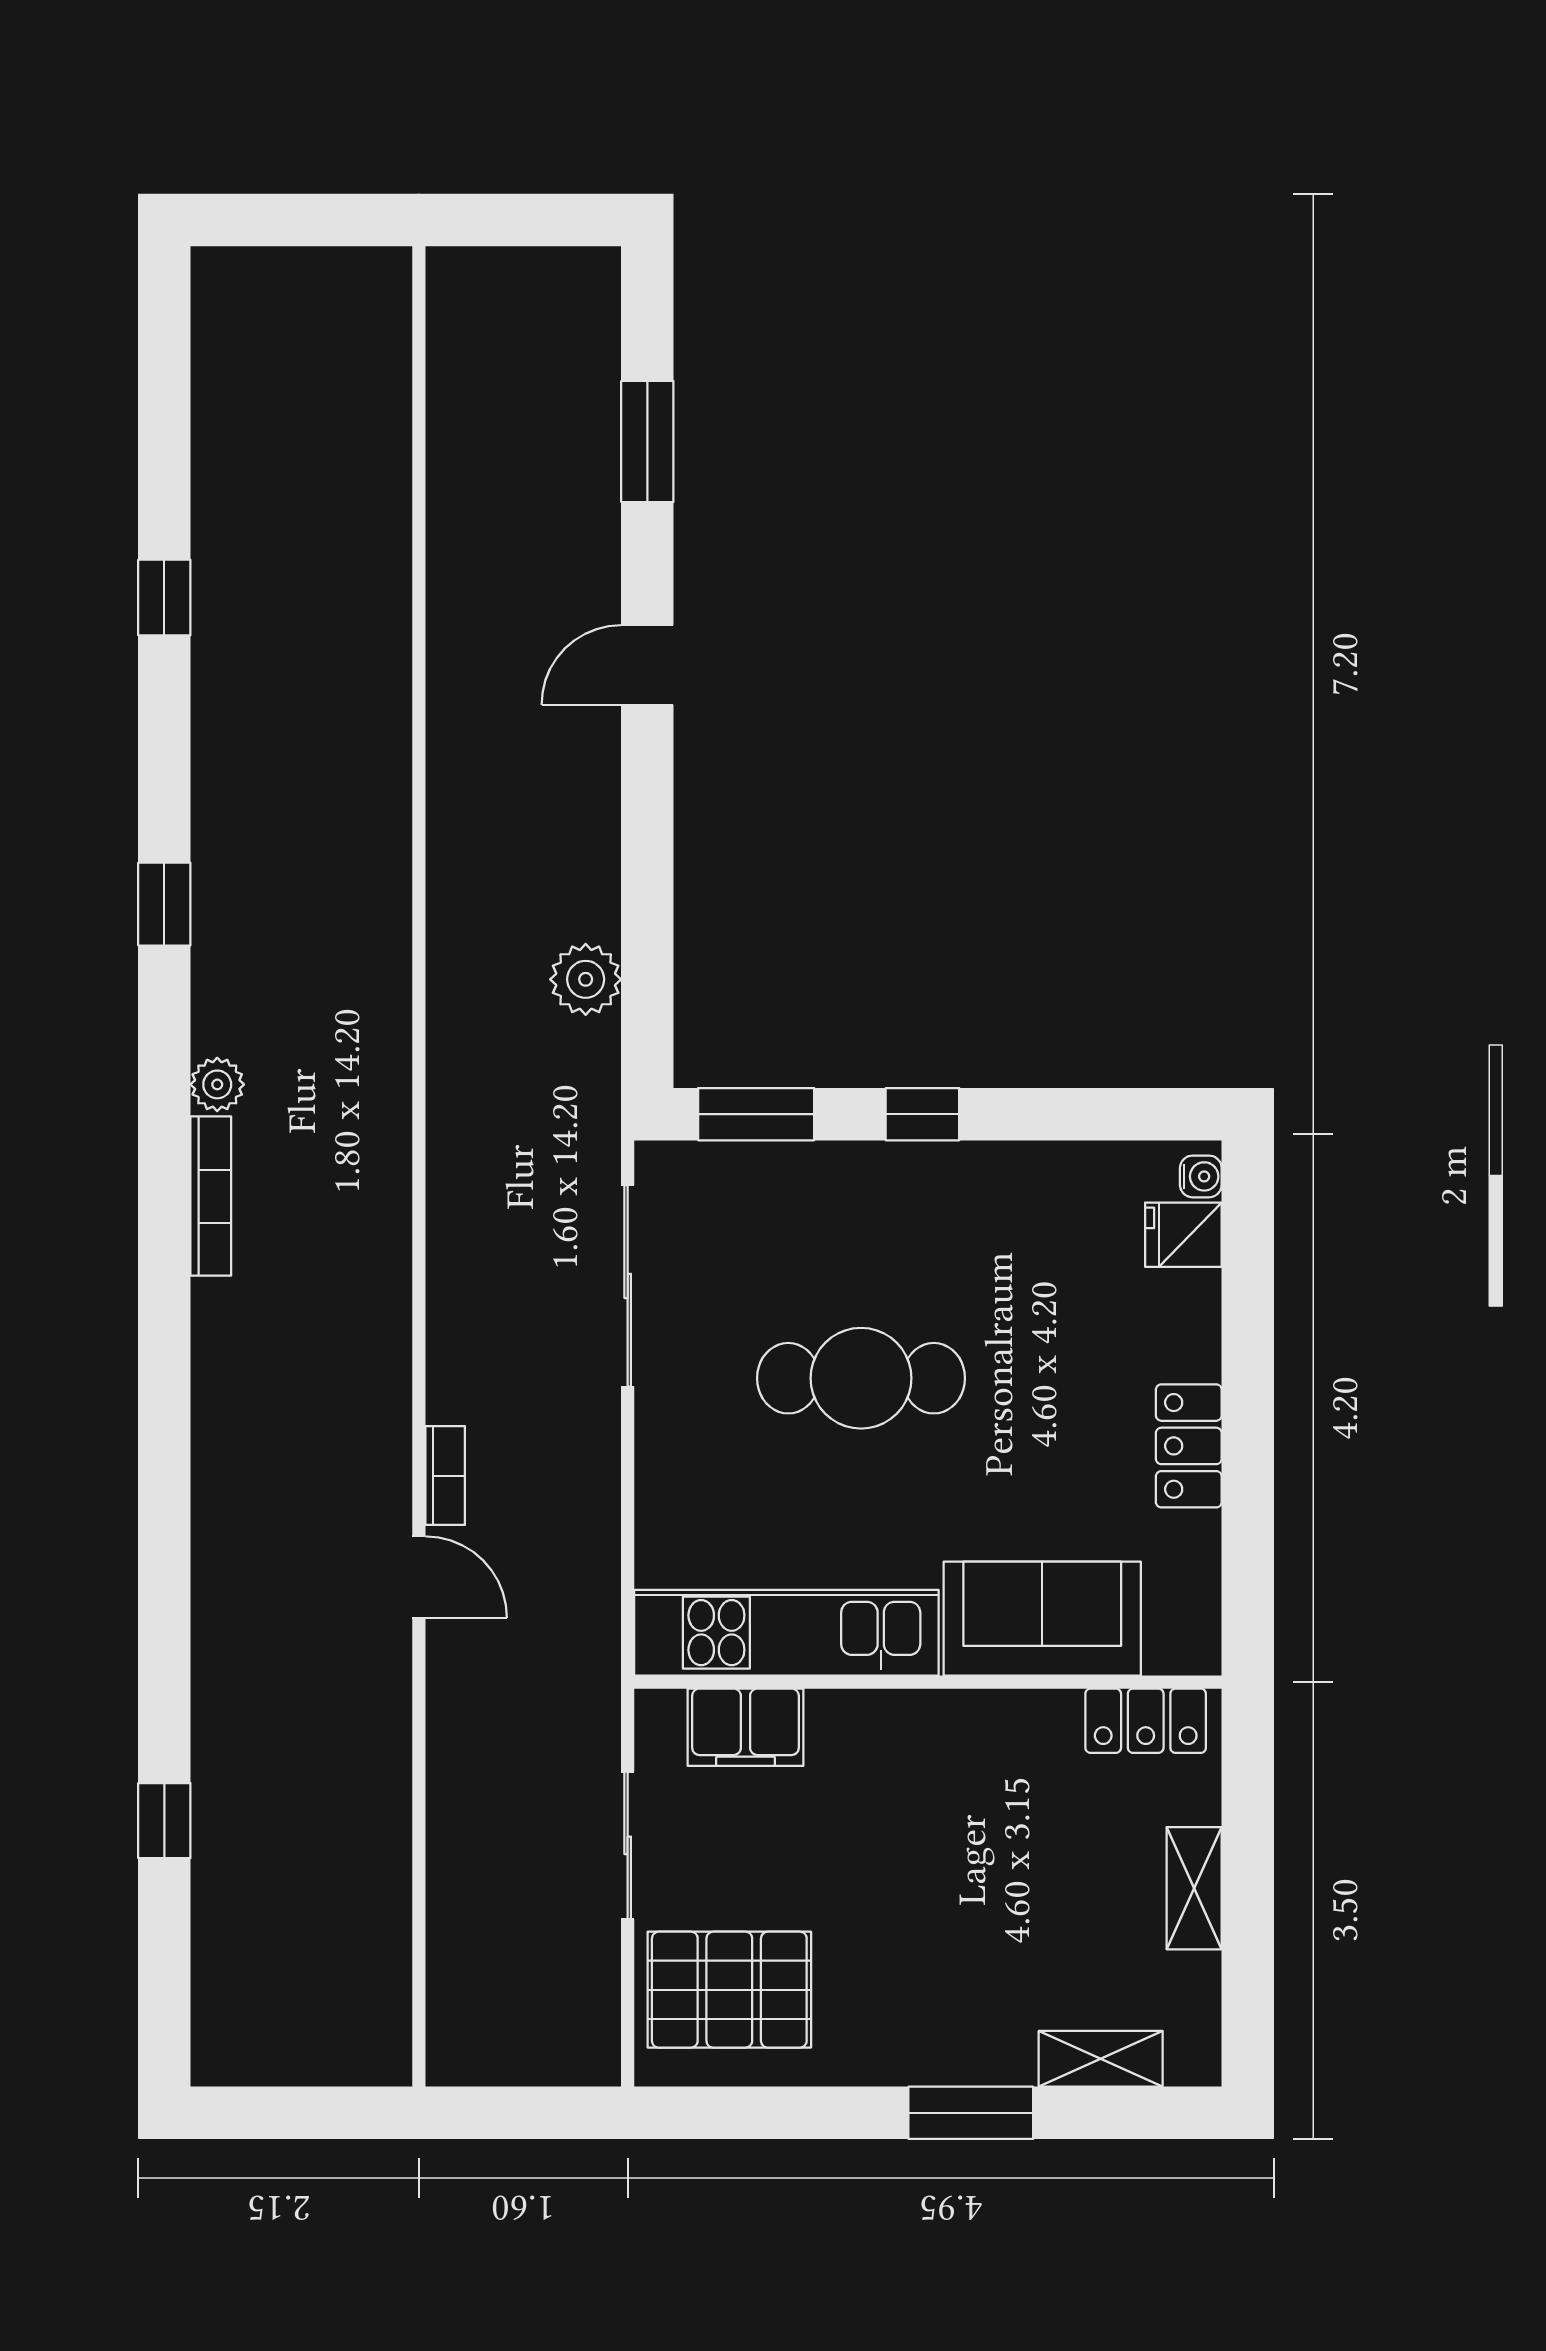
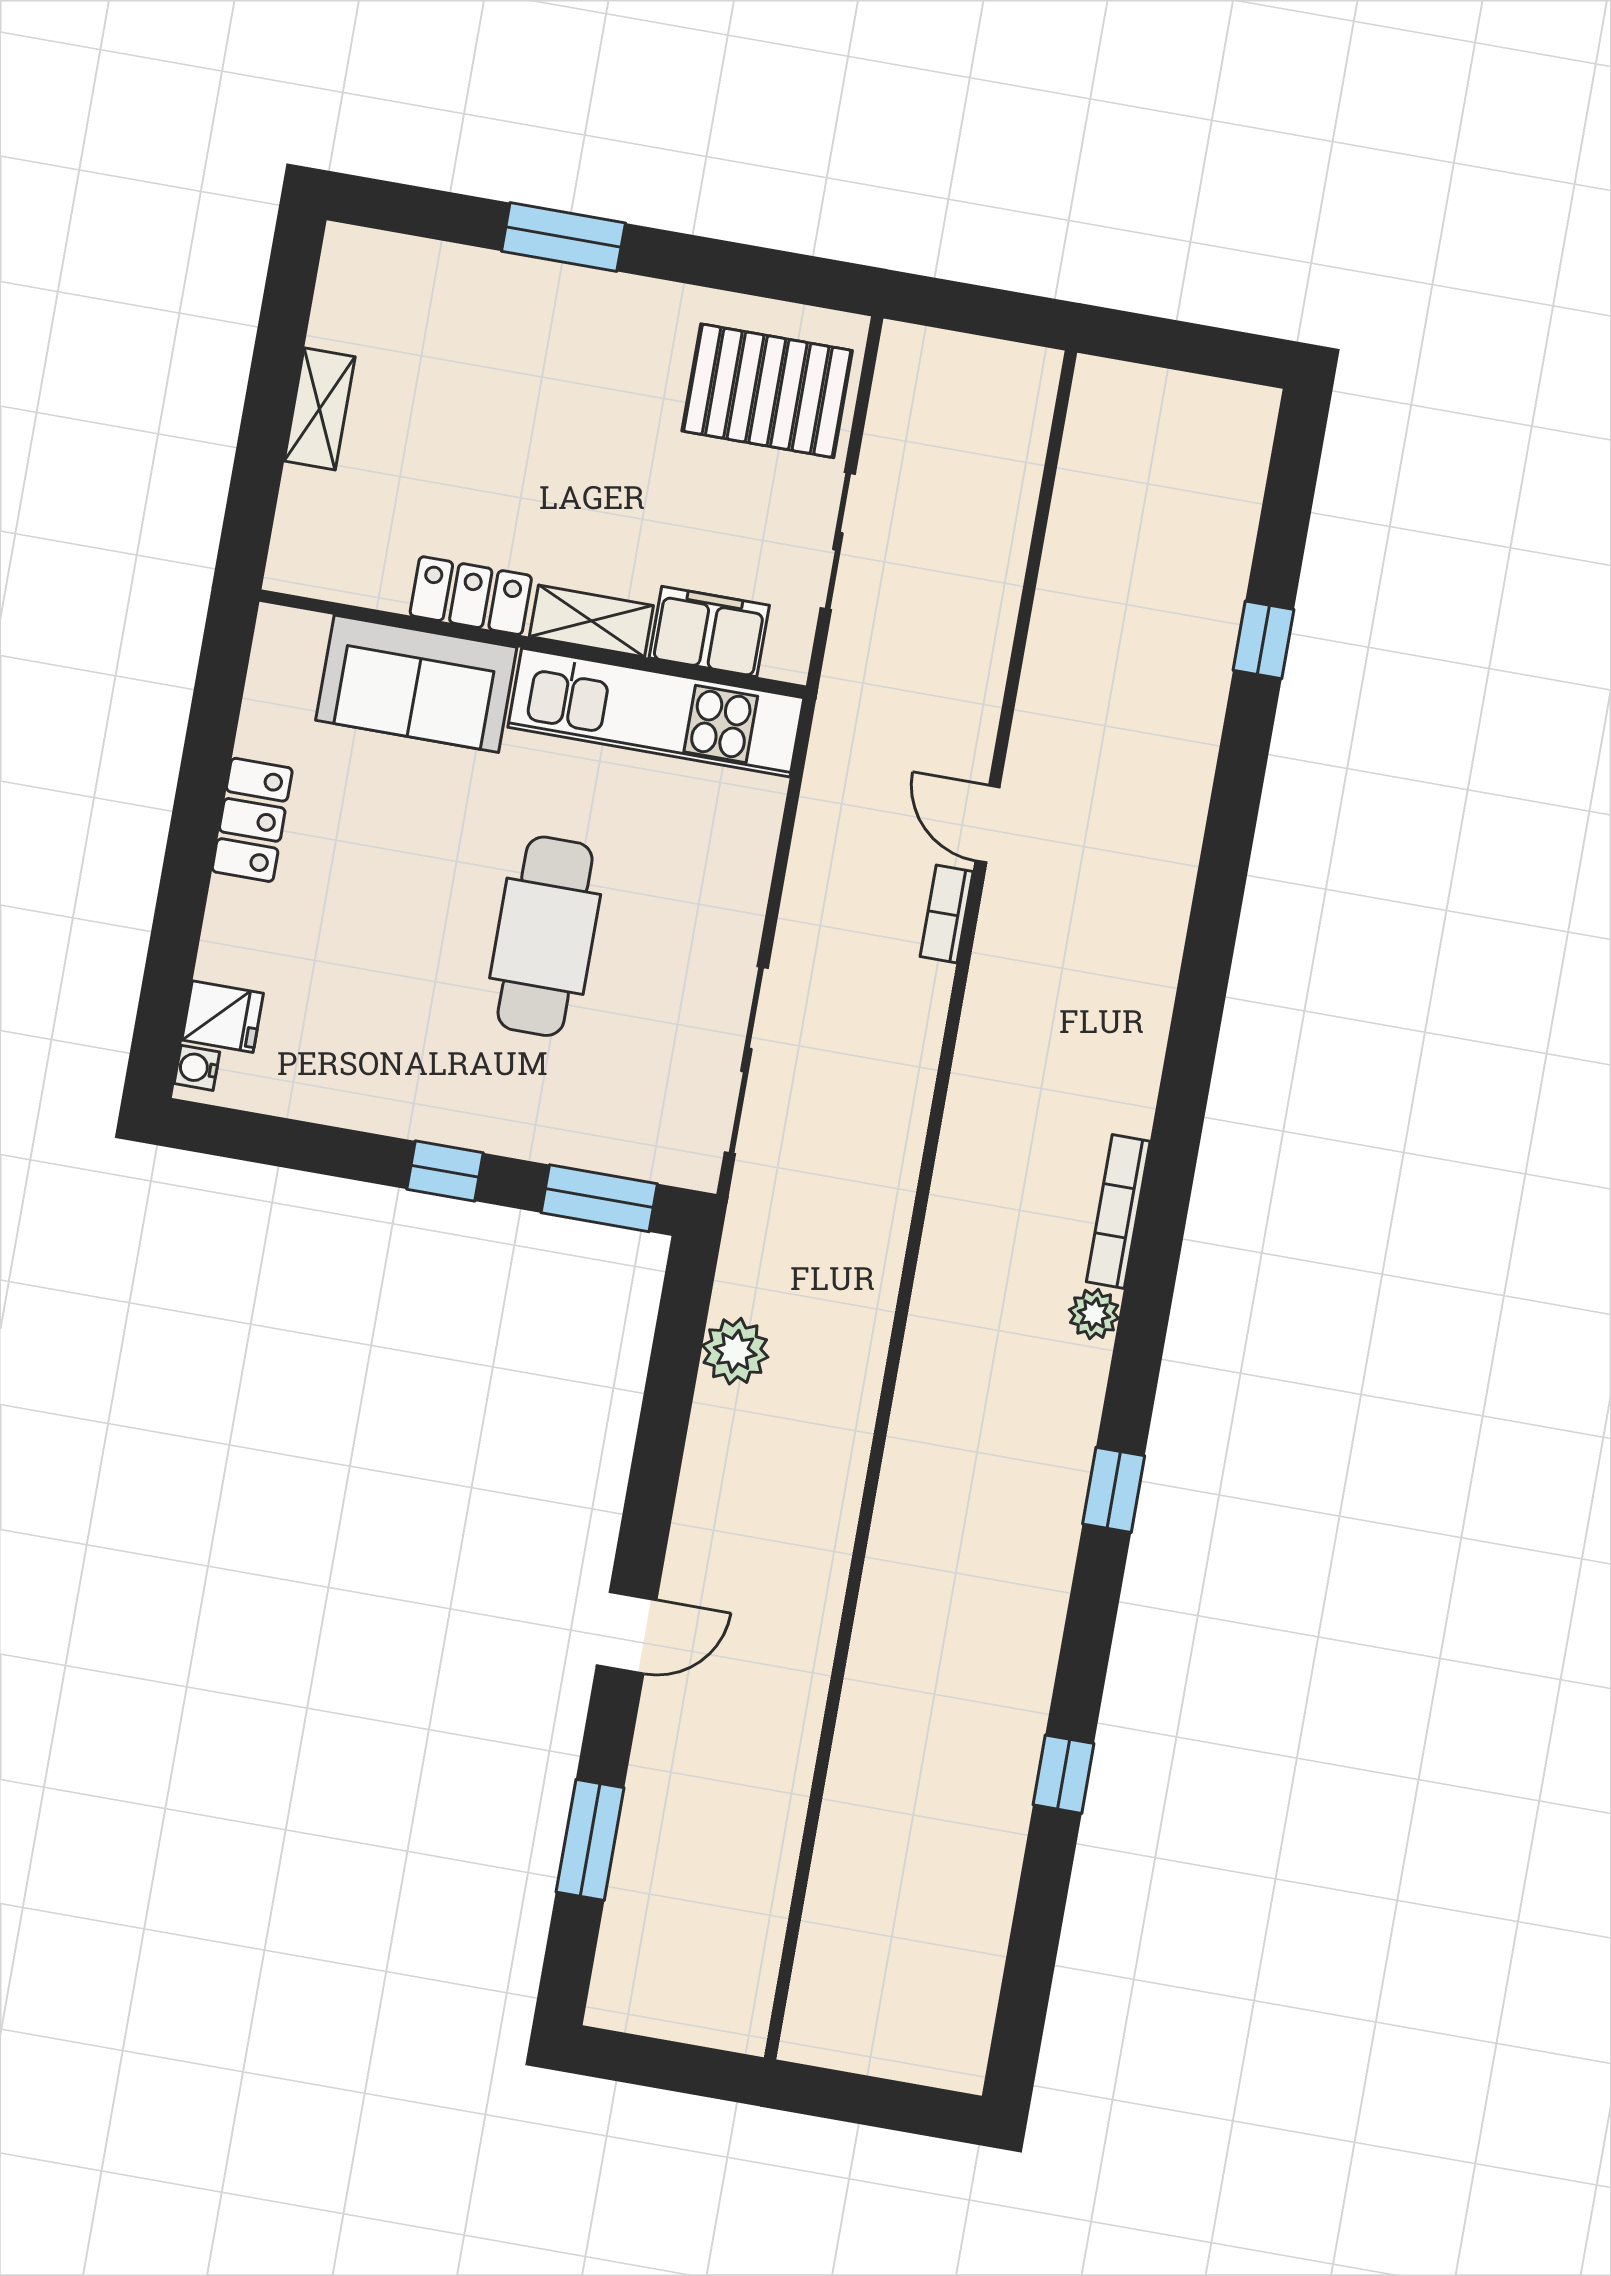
cafe table: (861, 1378) -> (545, 936), turned 90
locker: (1146, 1721) -> (471, 596), moved
shelving: (1101, 2059) -> (591, 621), moved

